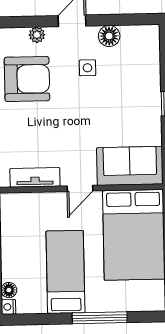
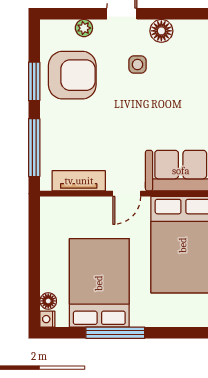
bed: (65, 272) -> (99, 283), width x1.50
window: (100, 318) -> (115, 333), moved

